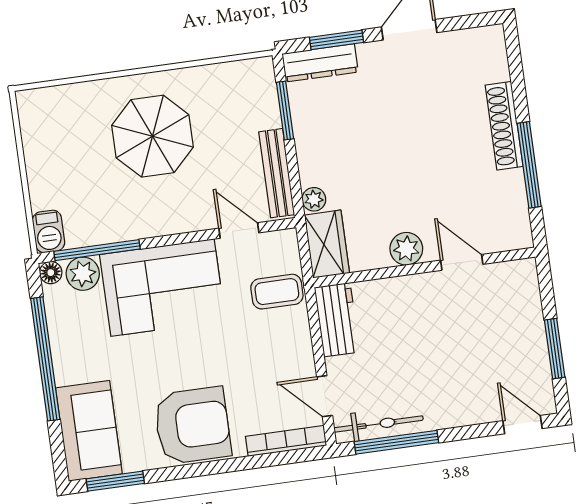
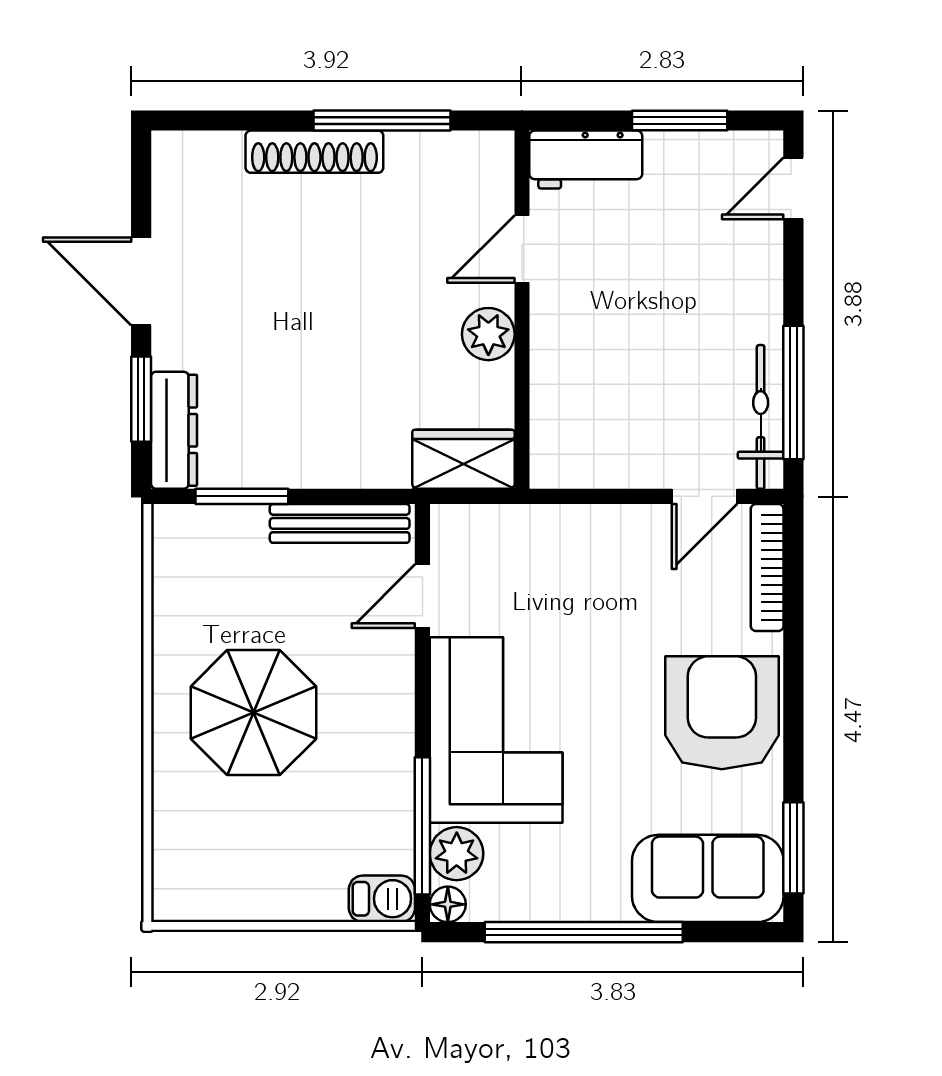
plant: (314, 199) -> (389, 470), removed
coffee table: (277, 292) -> (528, 549), removed
workbench: (337, 320) -> (586, 160), moved, turned 180

